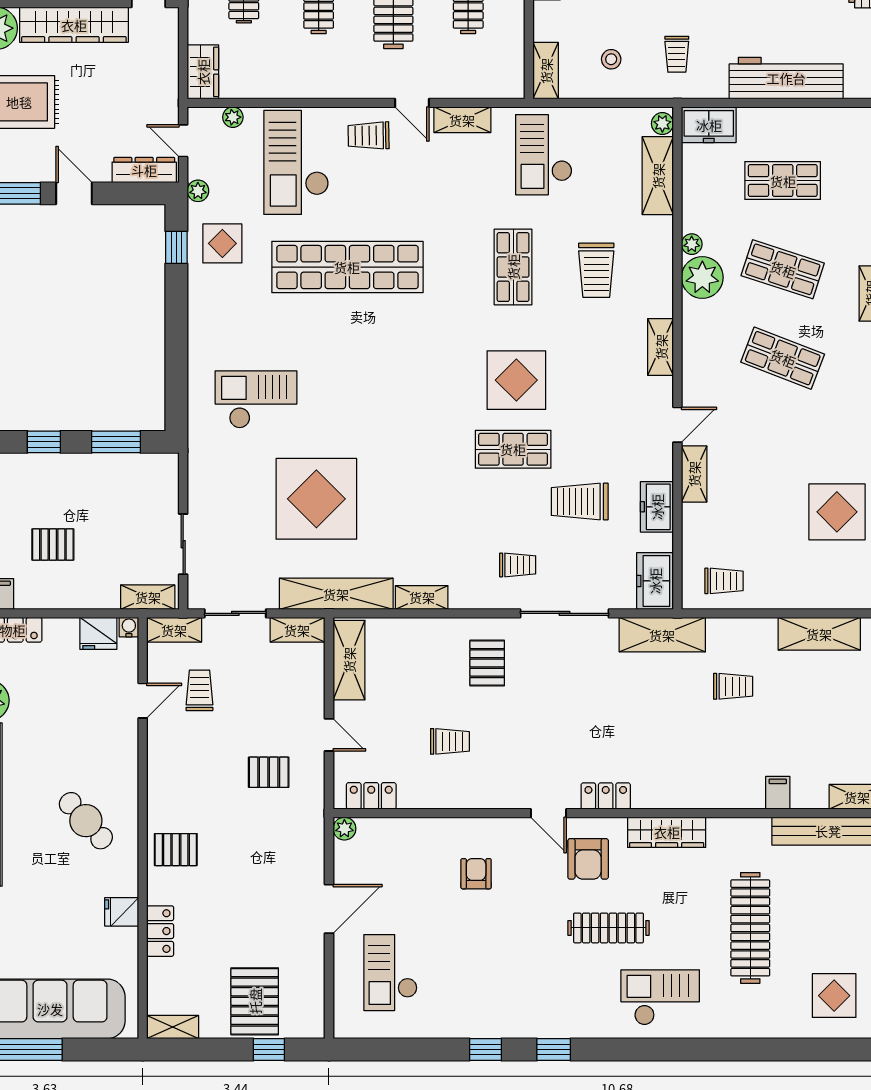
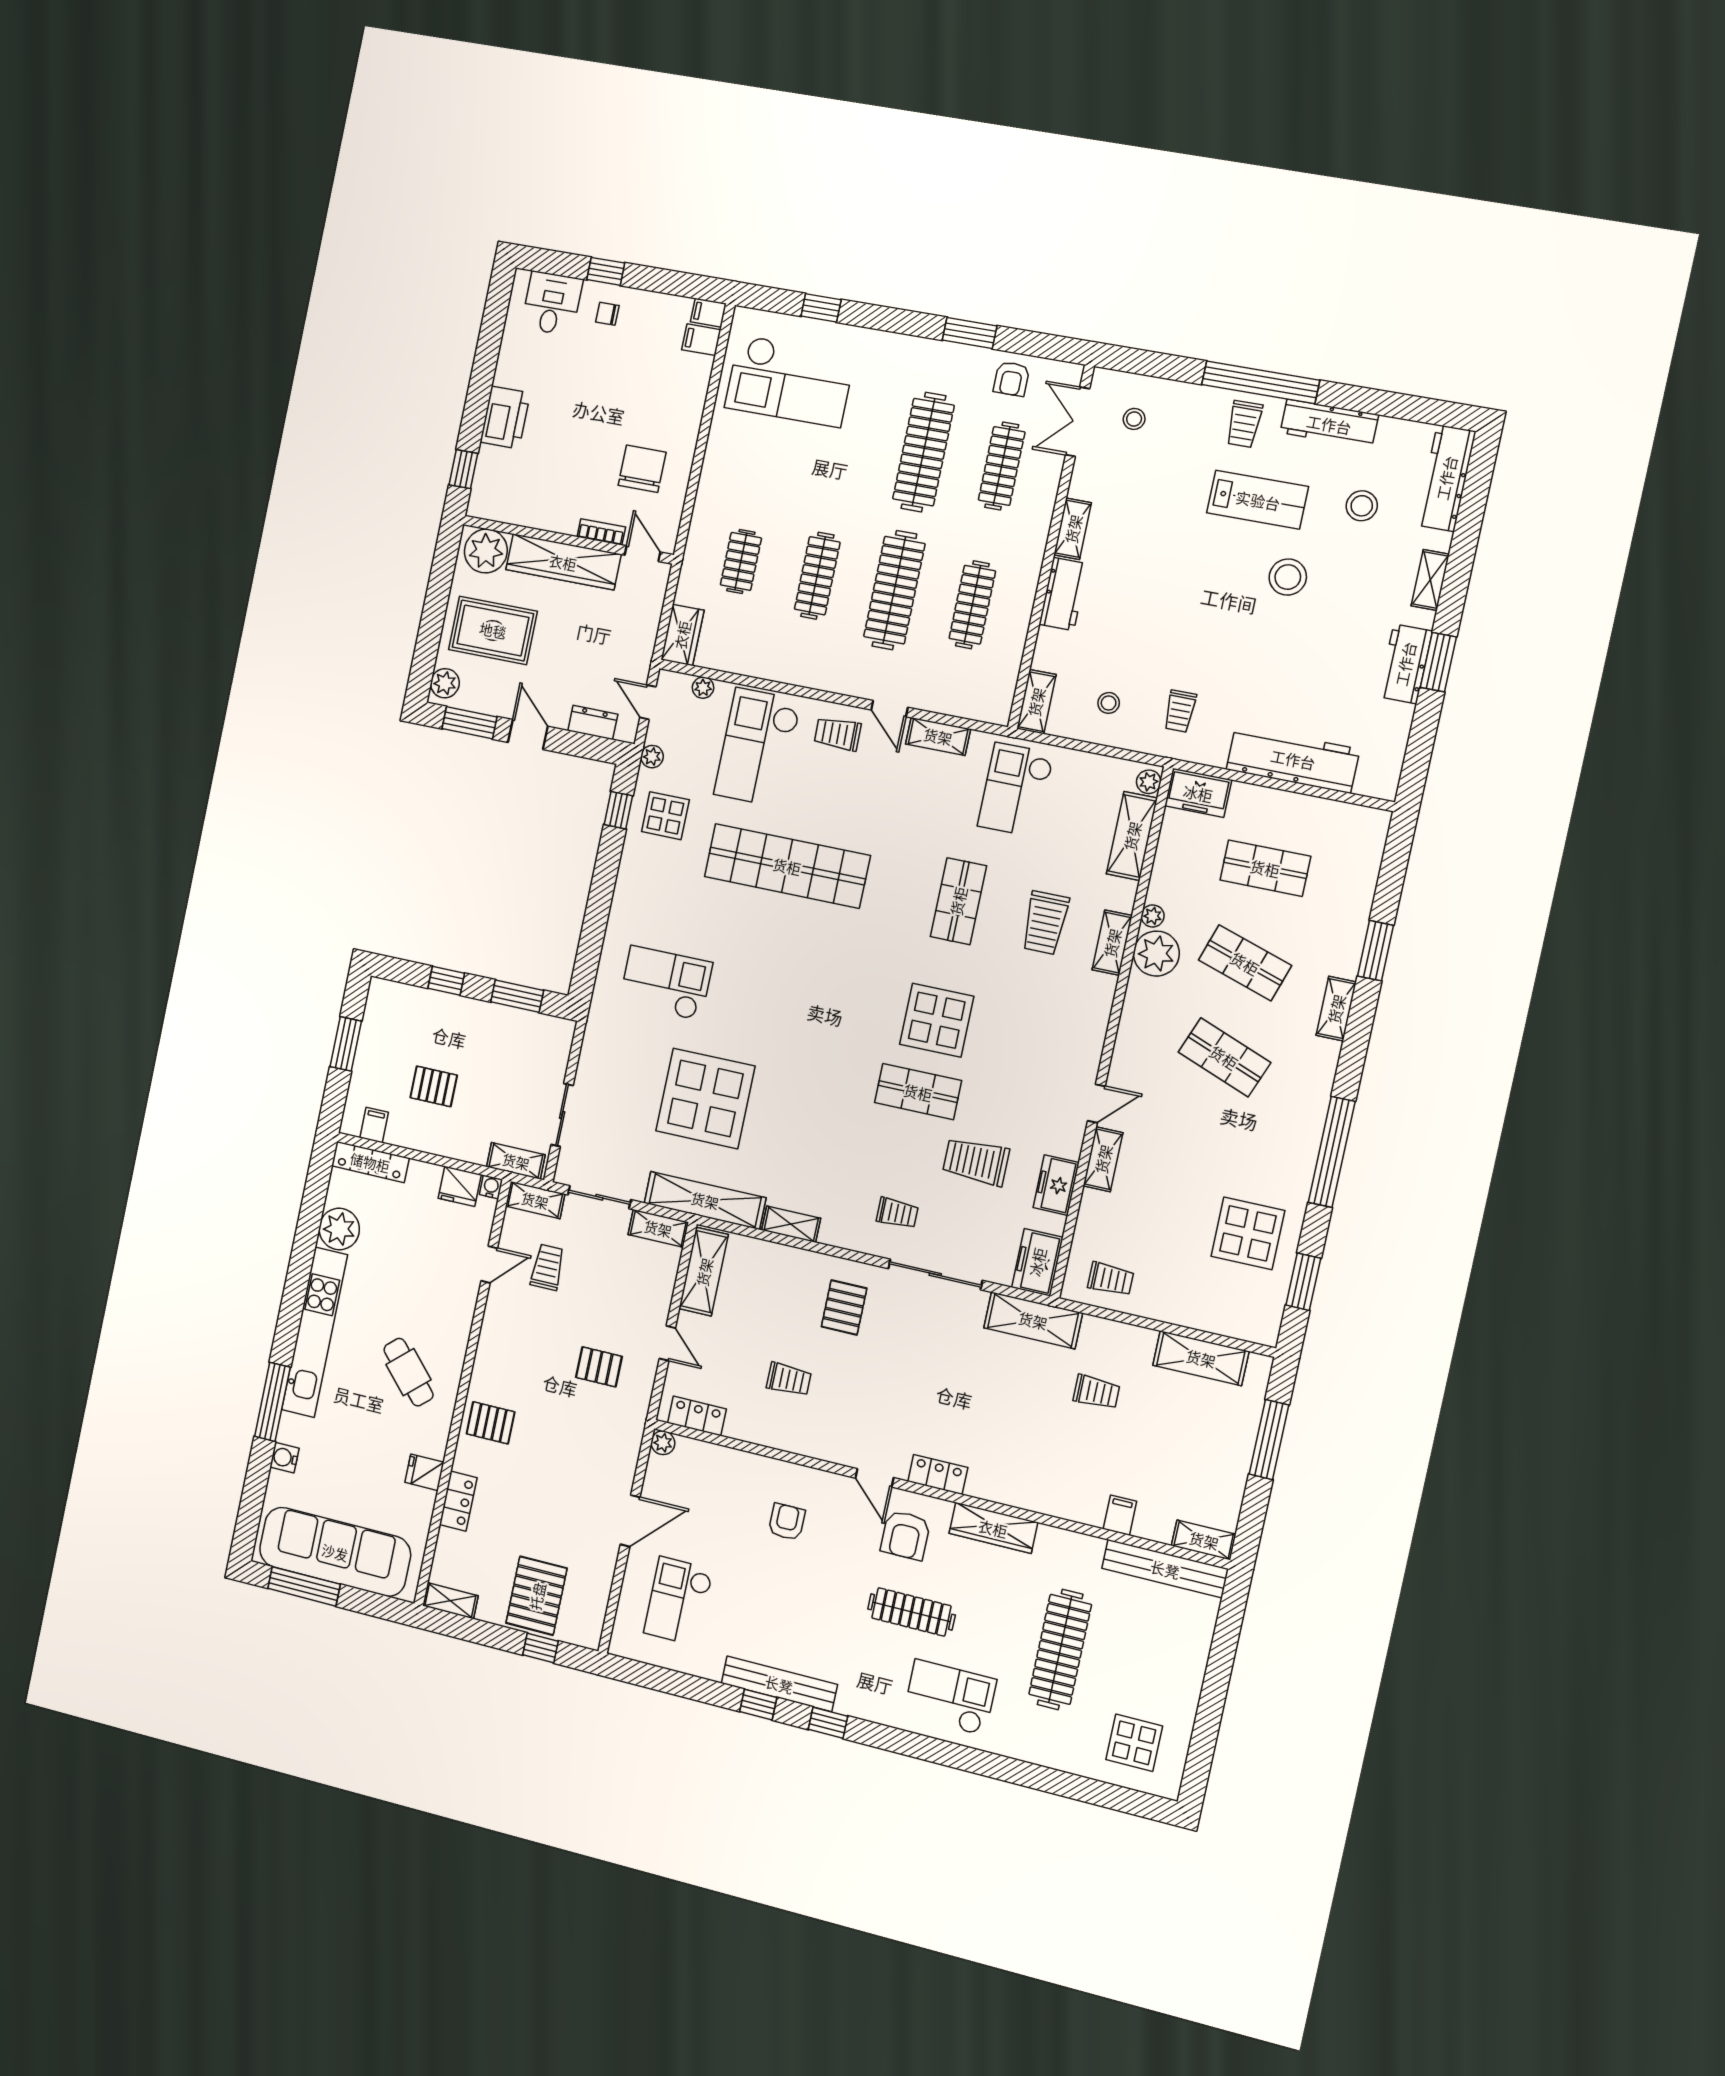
dresser: (144, 170) -> (593, 723), width x0.70
shelving: (661, 347) -> (1112, 943), moved
bench: (501, 1025) -> (779, 1684), added

